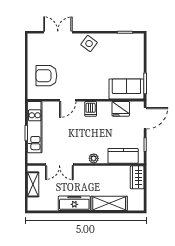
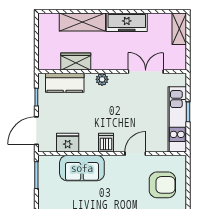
sofa: (126, 89) -> (82, 168), moved
wardrobe: (137, 177) -> (76, 62), moved, turned -90
shelving: (33, 184) -> (179, 29), moved

